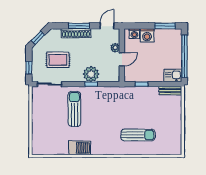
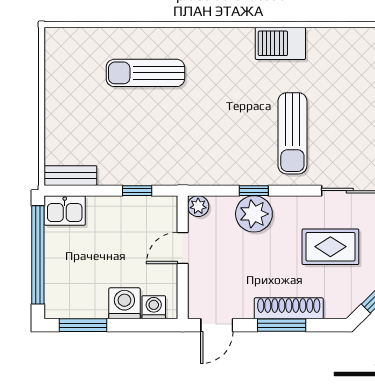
plant: (115, 48) -> (198, 206), moved

